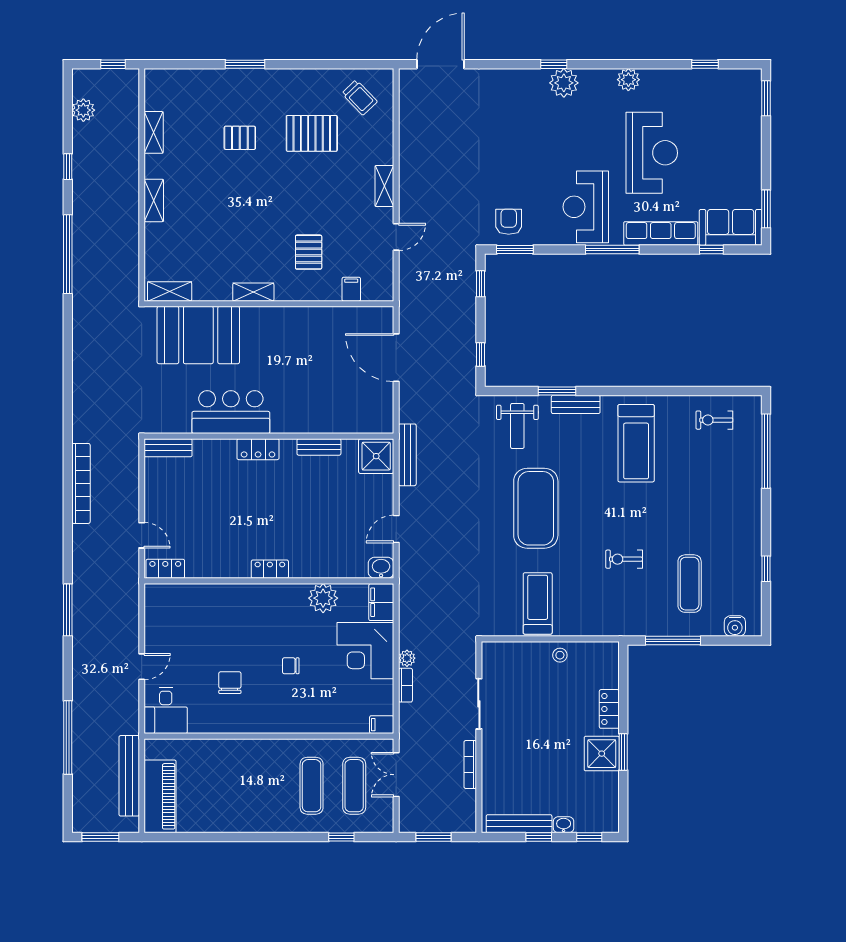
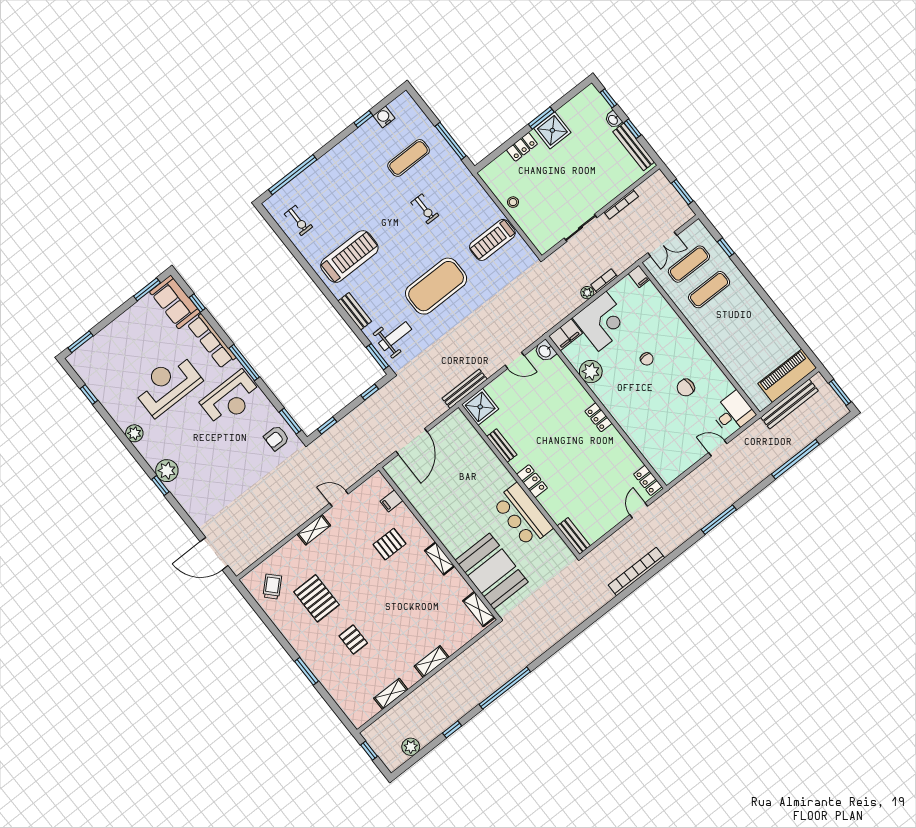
window: (557, 391) -> (377, 357), moved
water cooler: (735, 626) -> (384, 117), moved, turned -90

